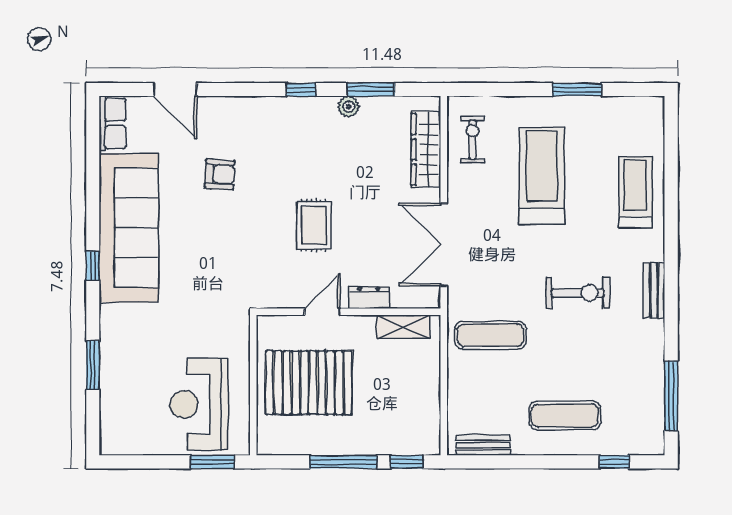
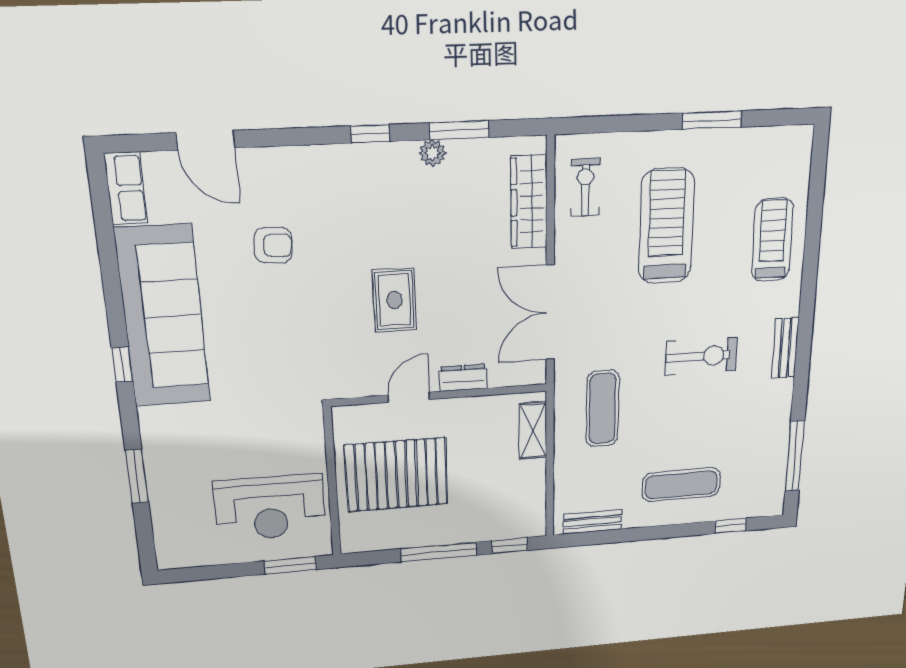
shelving: (403, 327) -> (533, 431), moved, turned 90
exercise mat: (490, 335) -> (602, 409), turned 90
reception desk: (199, 404) -> (270, 508), turned -90

